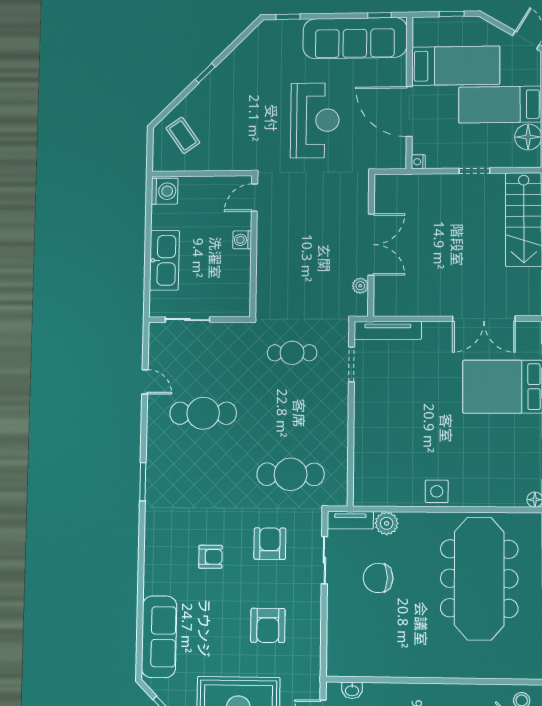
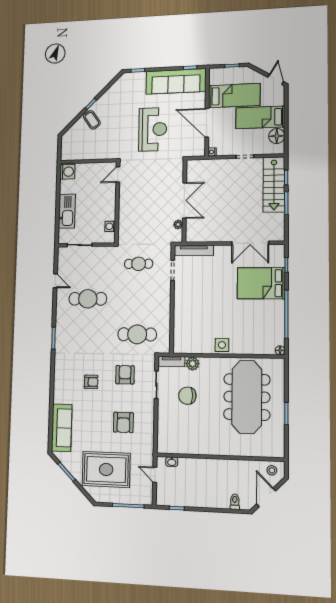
coffee table: (183, 135) -> (92, 120), moved
washing machine: (242, 240) -> (110, 226), moved

